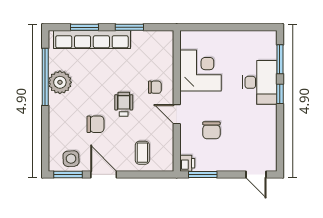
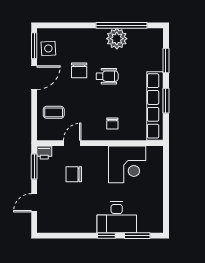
row of seats: (92, 40) -> (155, 106), moved
wheelchair: (124, 104) -> (107, 76), moved
door: (177, 114) -> (72, 143), moved
door: (256, 174) -> (34, 203), moved

